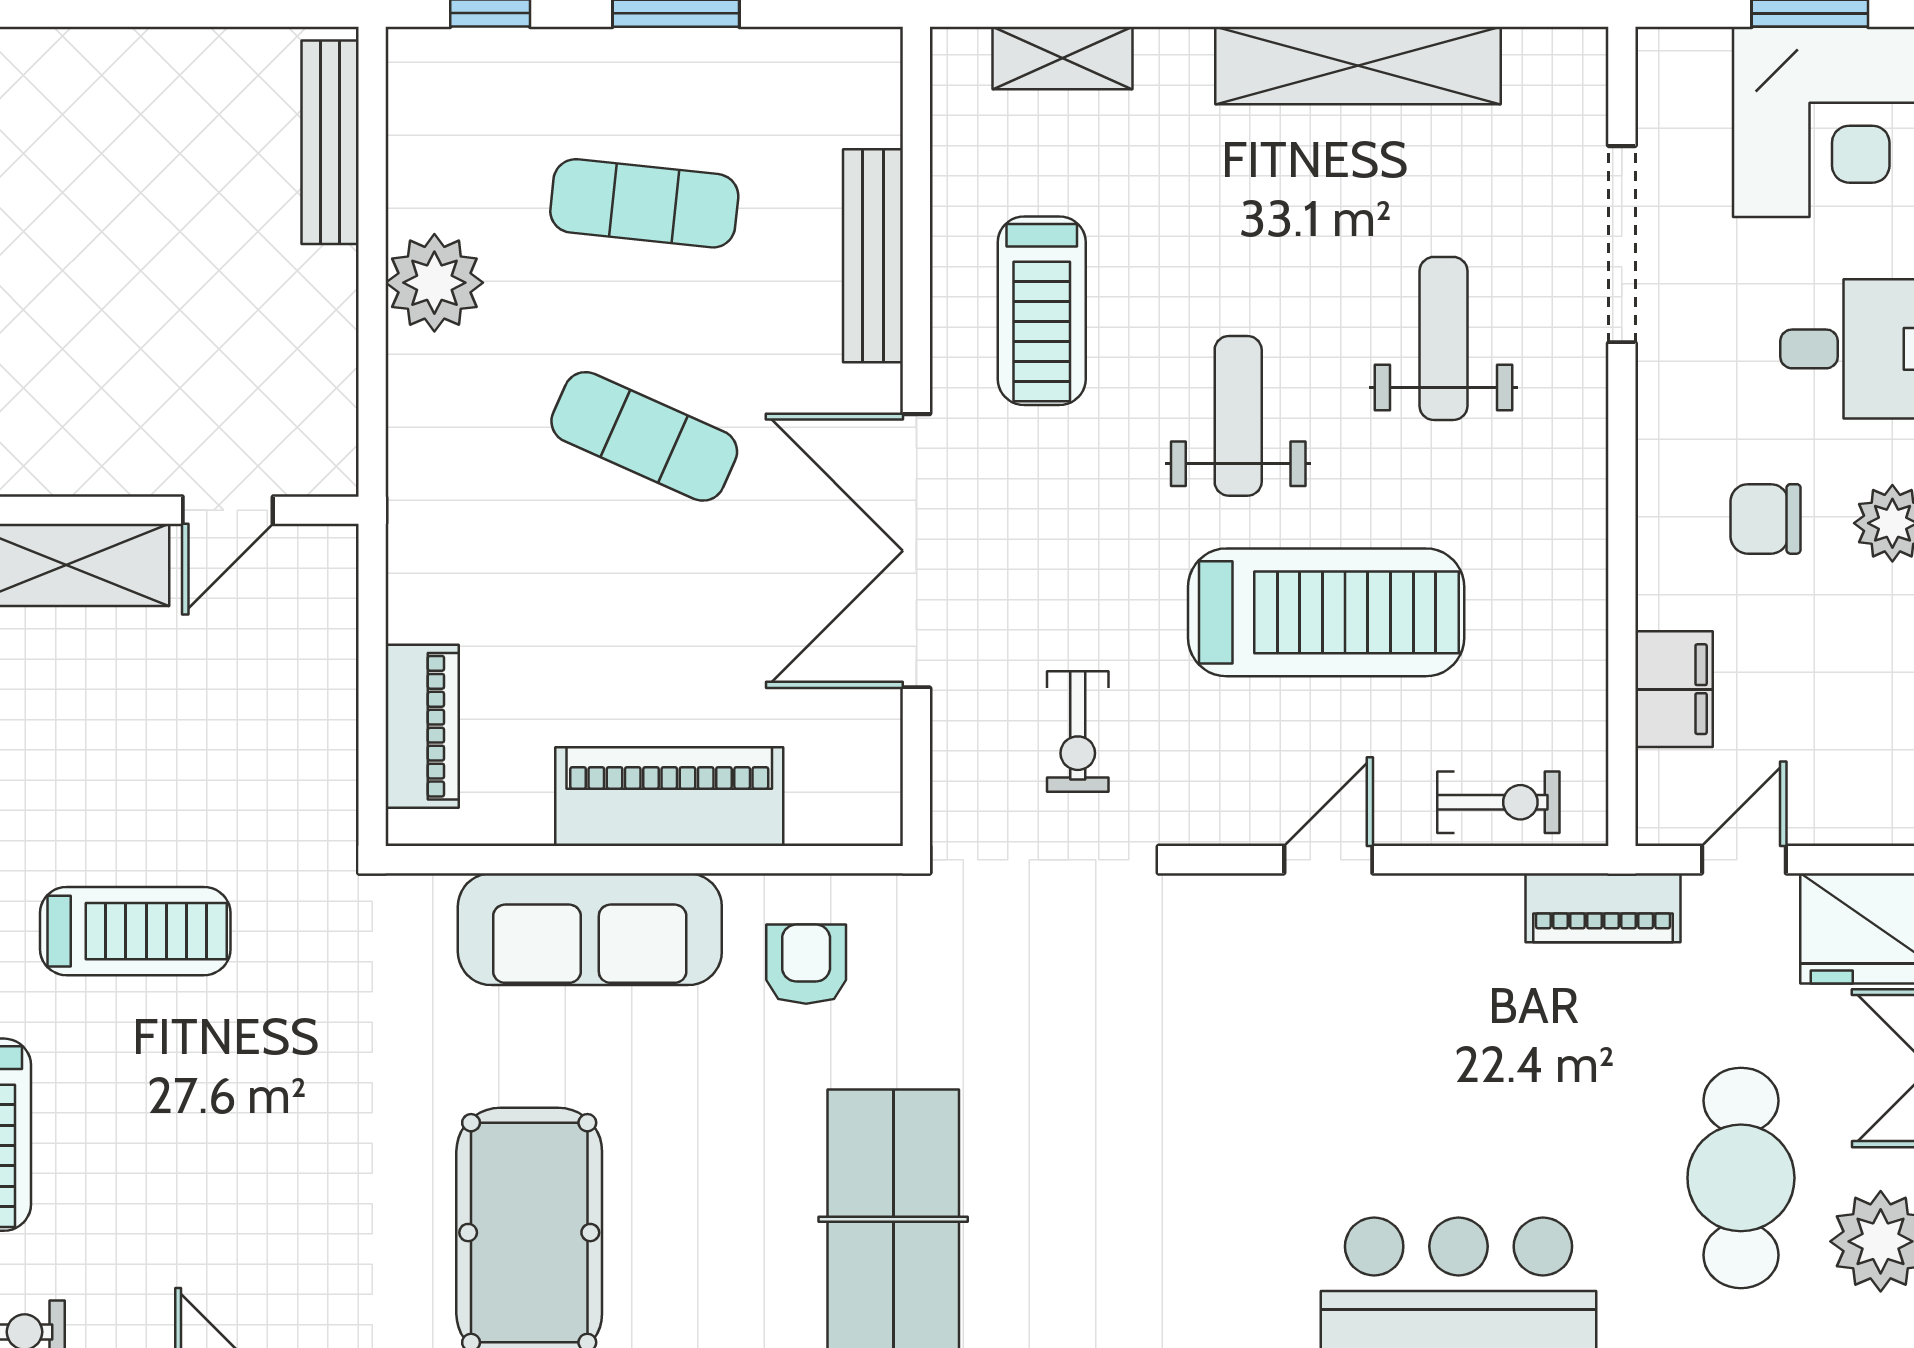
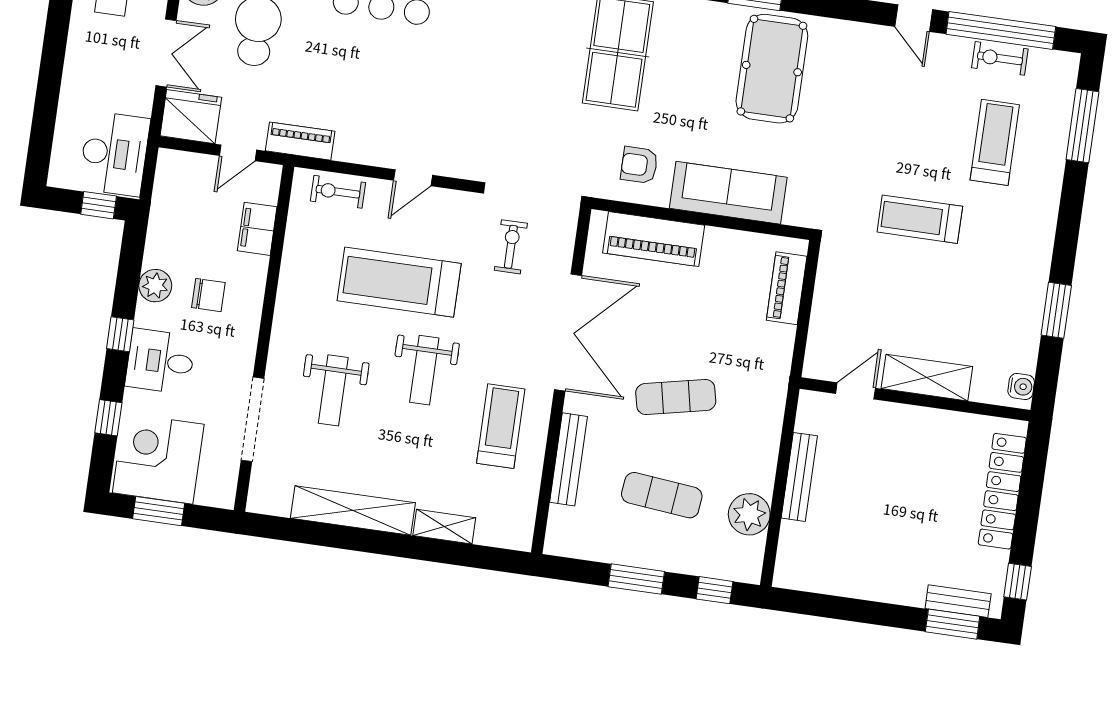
shelving: (1062, 58) -> (444, 527), moved
bench: (330, 142) -> (799, 477), moved
plant: (434, 283) -> (749, 514), moved
exercise mat: (644, 436) -> (676, 397), turned -36
piano: (669, 797) -> (654, 239), moved
armchair: (806, 964) -> (639, 165), turned 90

